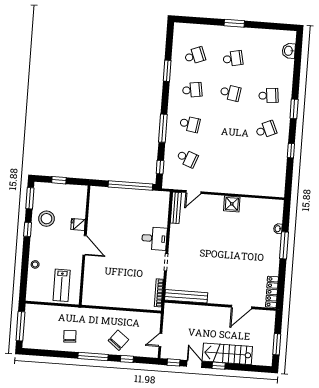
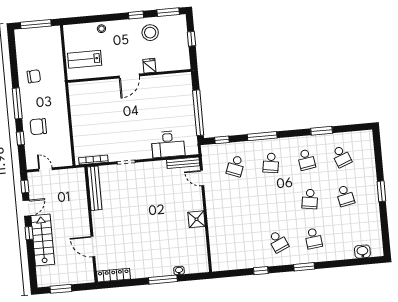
desk: (154, 238) -> (168, 144), moved, width x1.37
chair: (118, 340) -> (38, 127), turned 142

